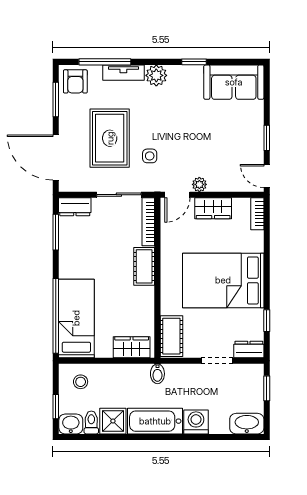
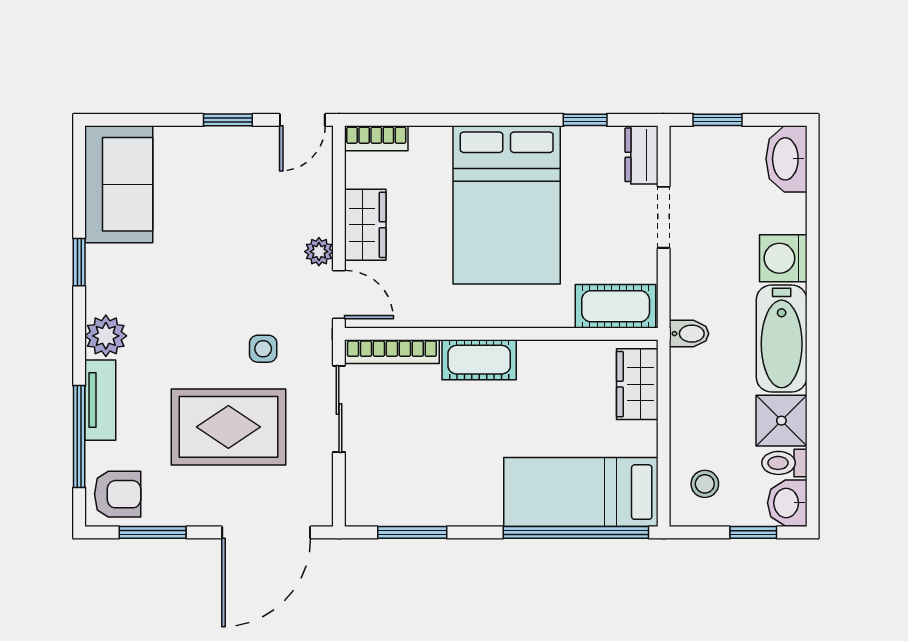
dresser: (75, 207) -> (362, 495), removed

